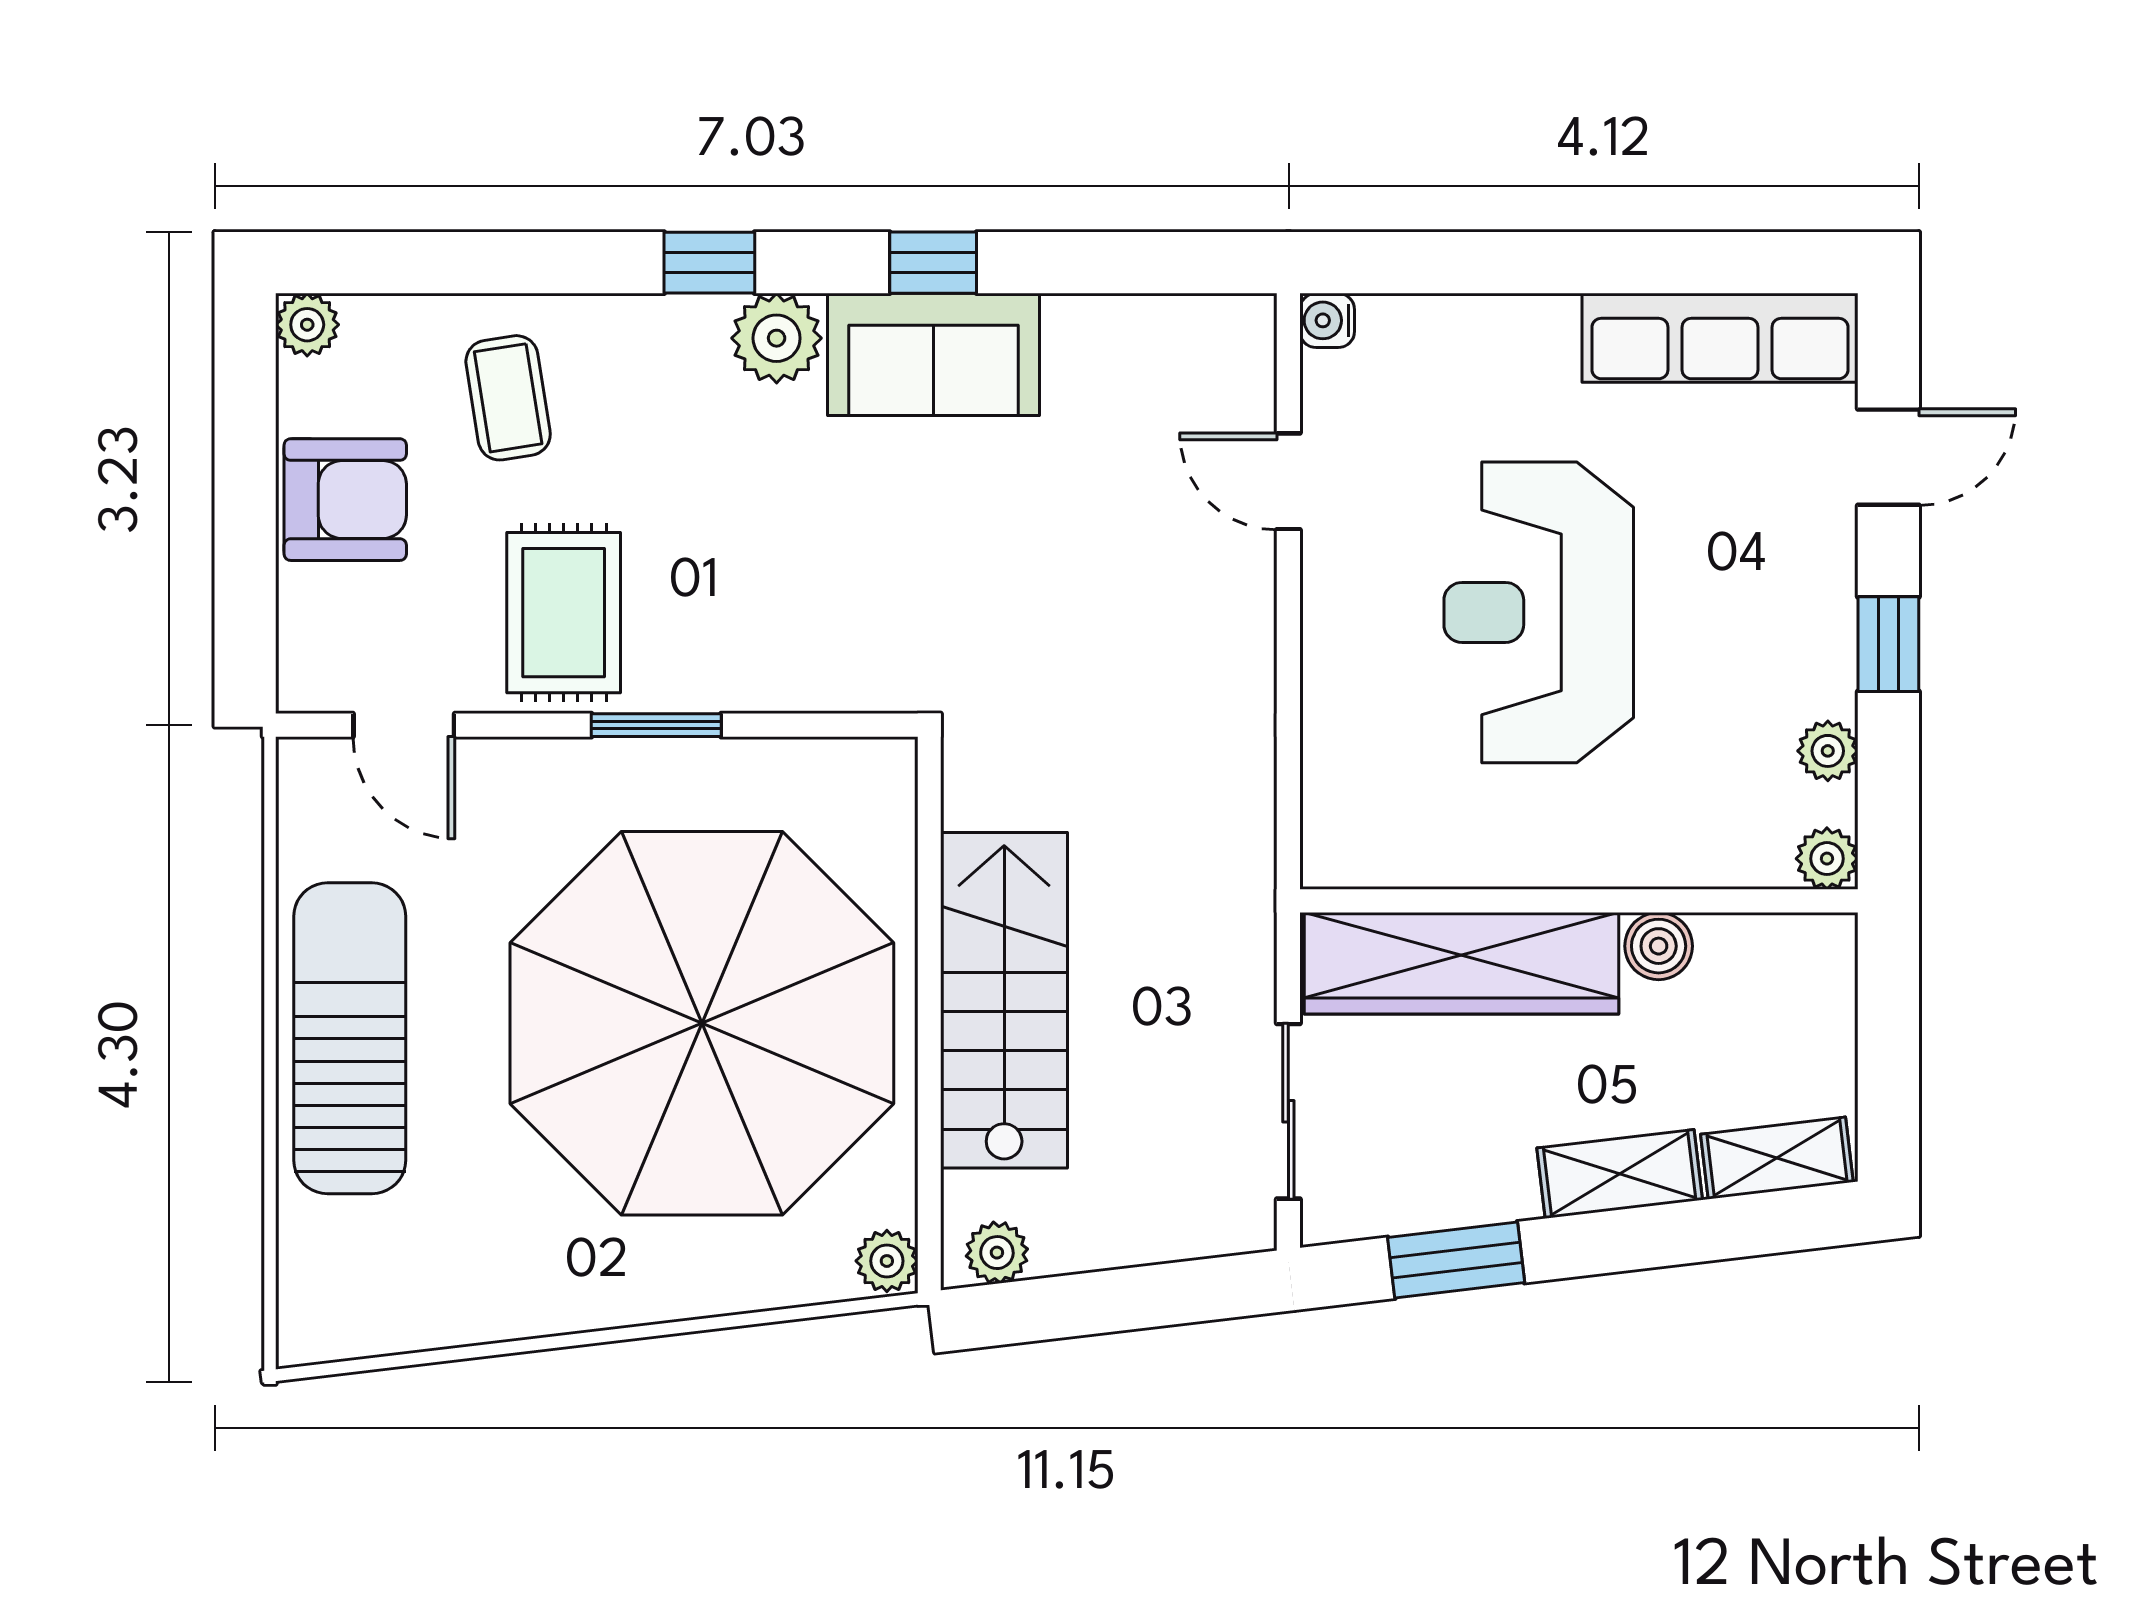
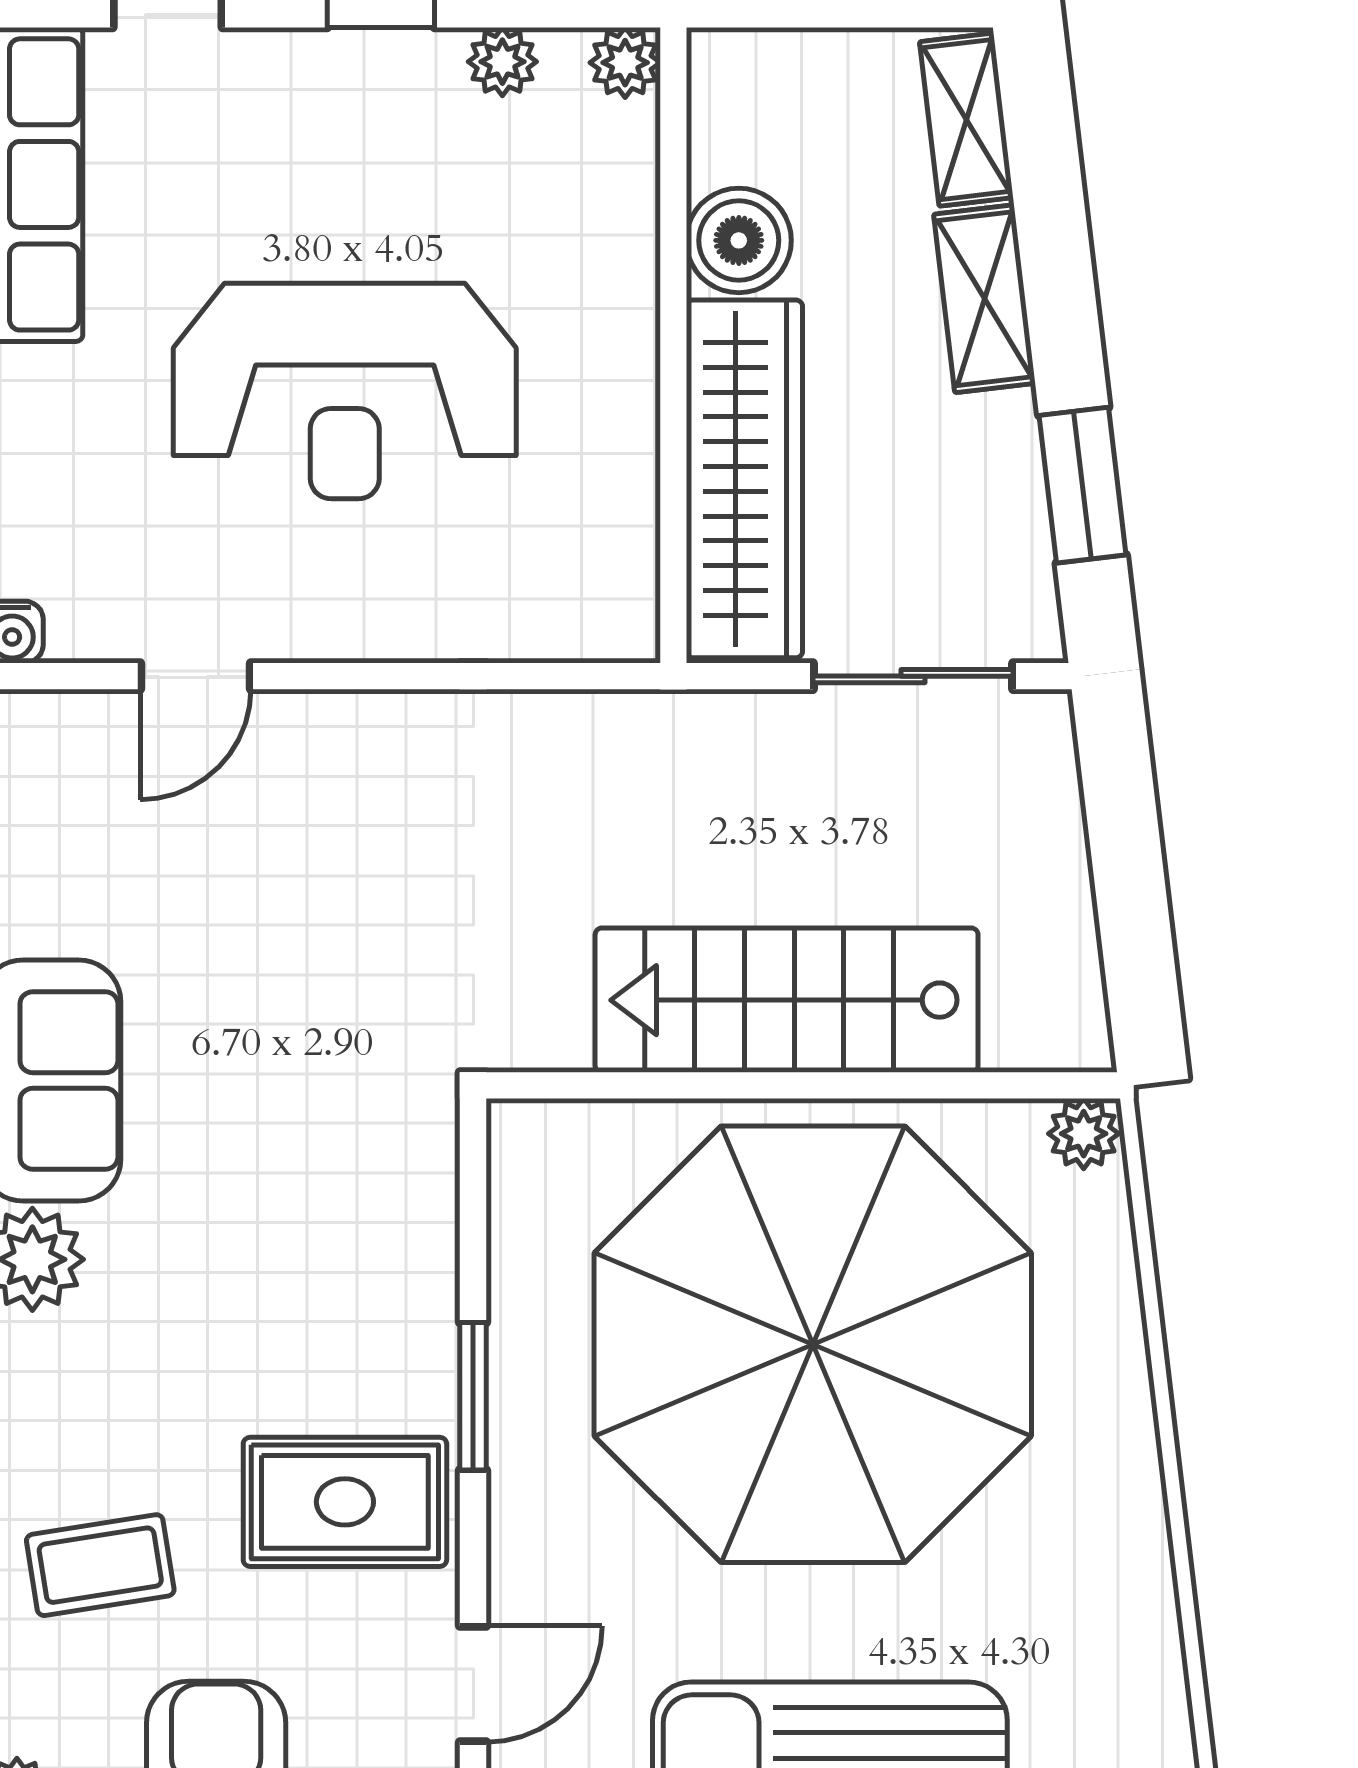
boiler: (1659, 946) -> (739, 240), width x1.36, depth x1.36
plant: (997, 1253) -> (1074, 1008), removed

